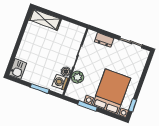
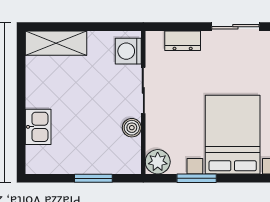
kitchen sink: (18, 69) -> (38, 127), moved
plant: (77, 77) -> (158, 162), moved
washing machine: (60, 82) -> (128, 51), moved

